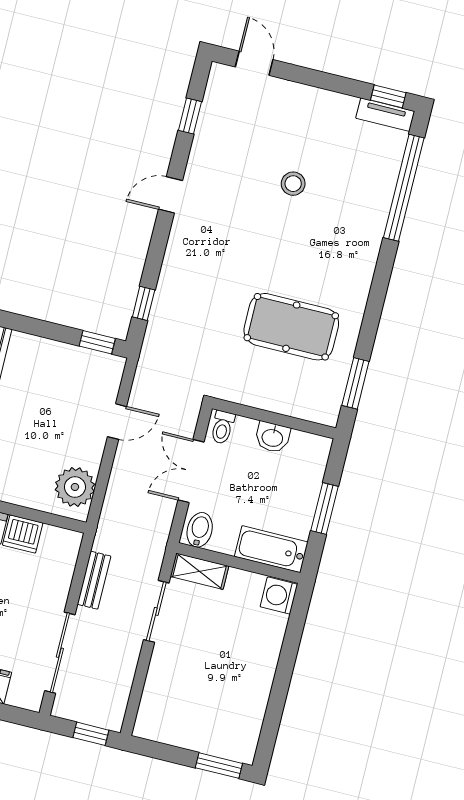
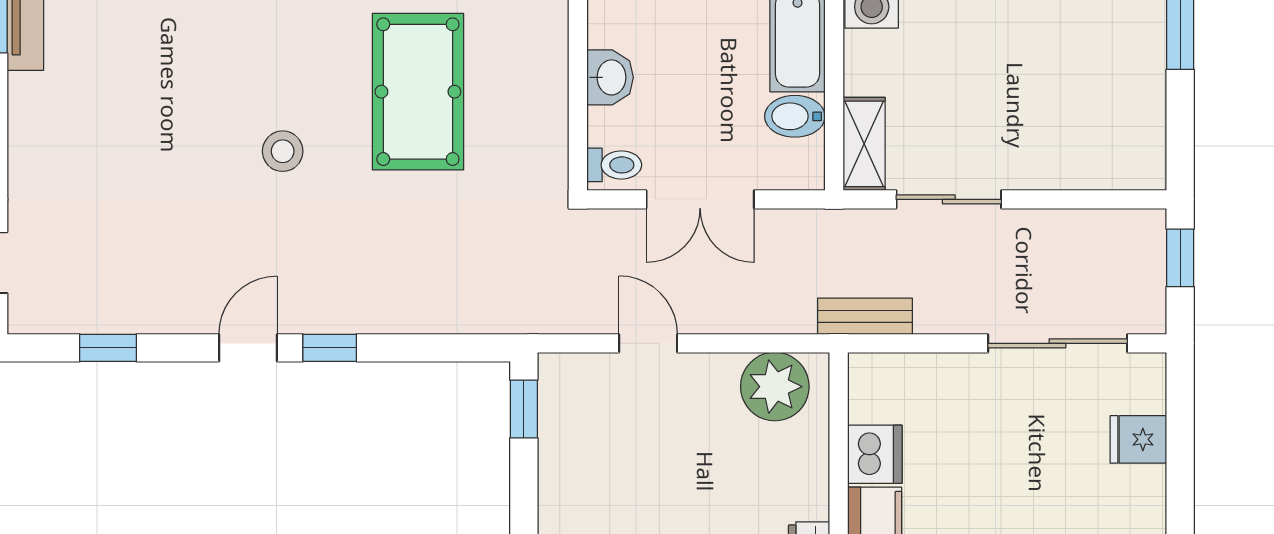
stool: (293, 184) -> (283, 151), moved
door: (170, 195) -> (248, 348), swing flipped
window: (144, 303) -> (330, 348), moved
bidet: (200, 530) -> (795, 116), moved
bench: (94, 580) -> (865, 316), moved

